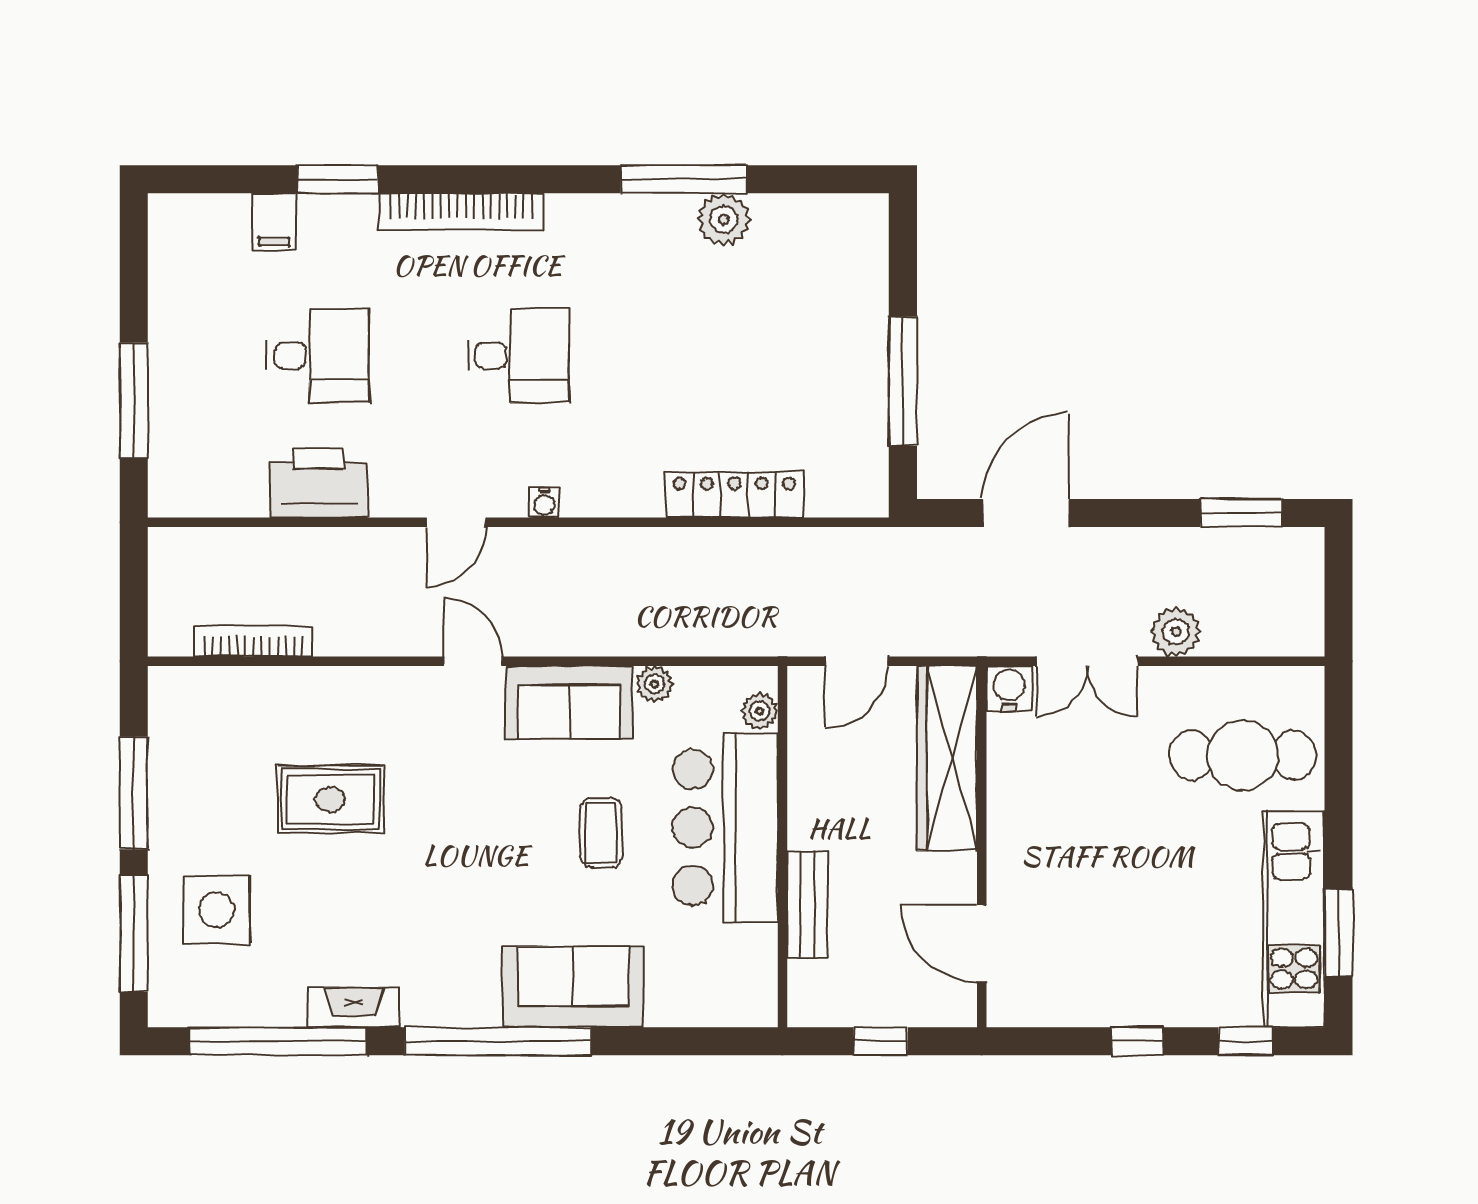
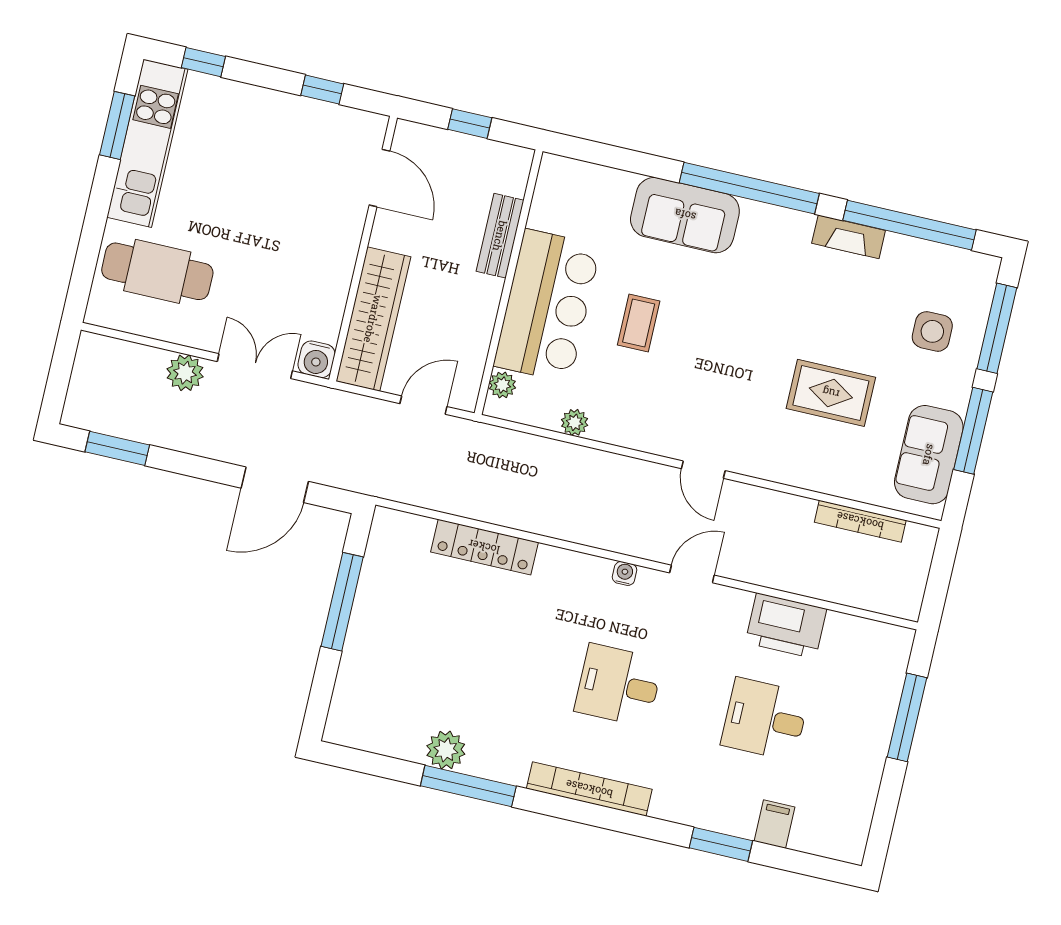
bookcase: (461, 212) -> (589, 789), moved
sofa: (569, 703) -> (929, 455), moved, turned -90
side table: (217, 910) -> (932, 331), width x0.73, depth x0.73
window: (1137, 1041) -> (322, 90), moved

